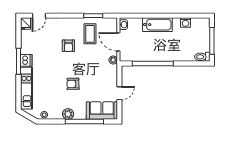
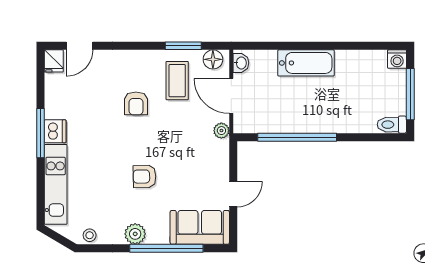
floor lamp: (109, 23) -> (213, 59), added
washing machine: (186, 23) -> (397, 59), moved

